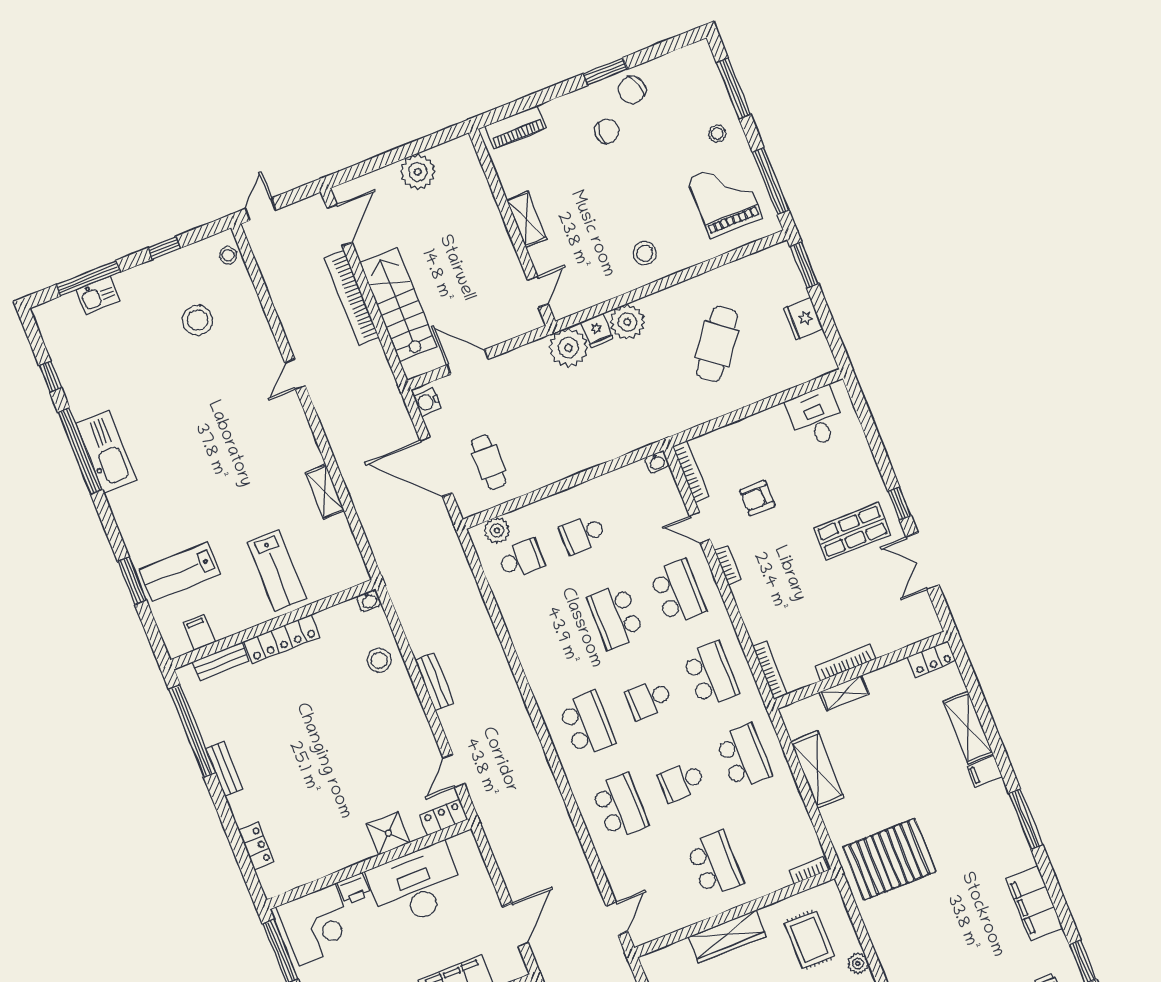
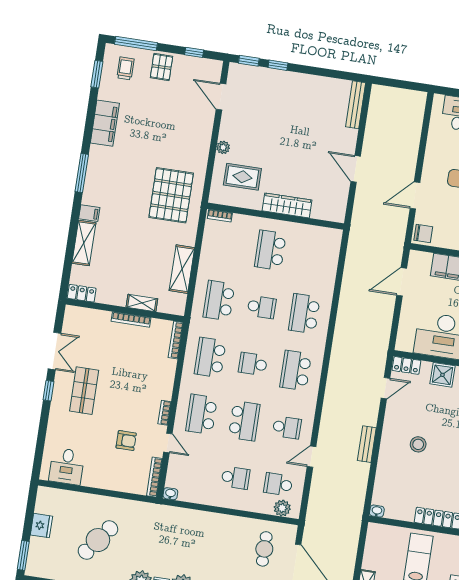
shop shelf: (852, 531) -> (84, 391), turned 90
school desk: (554, 641) -> (287, 427), added
stool: (379, 660) -> (418, 444), moved
school desk: (649, 699) -> (253, 364), turned 180
pallet: (889, 859) -> (171, 195), turned 90
door: (617, 919) -> (312, 457), moved
rug: (809, 940) -> (242, 177), turned 90

